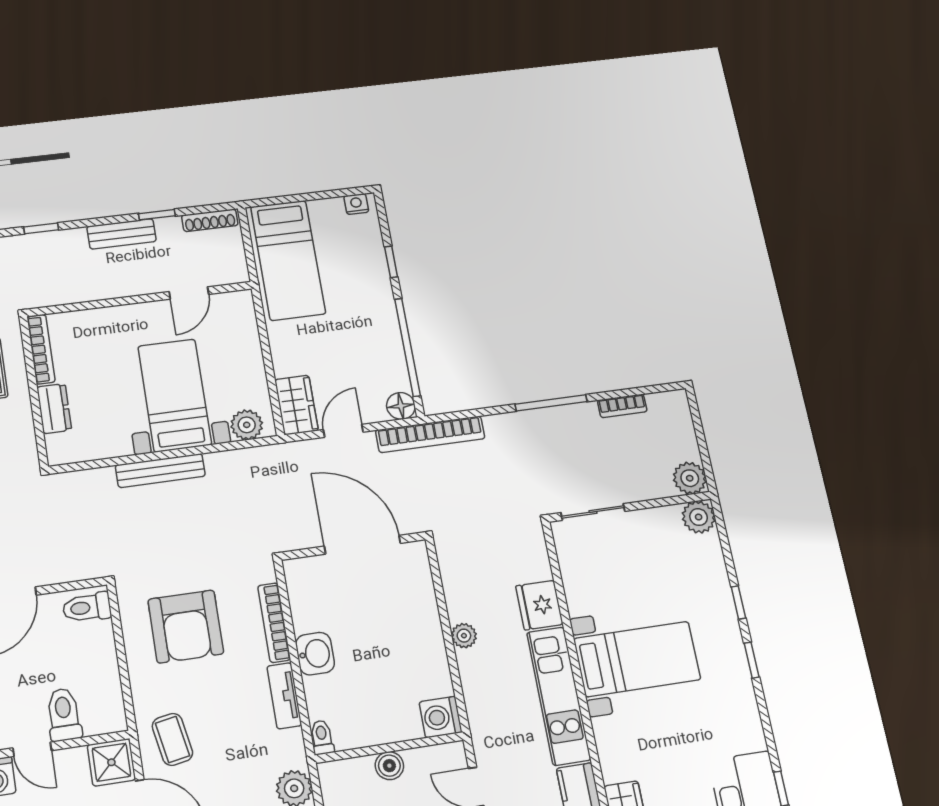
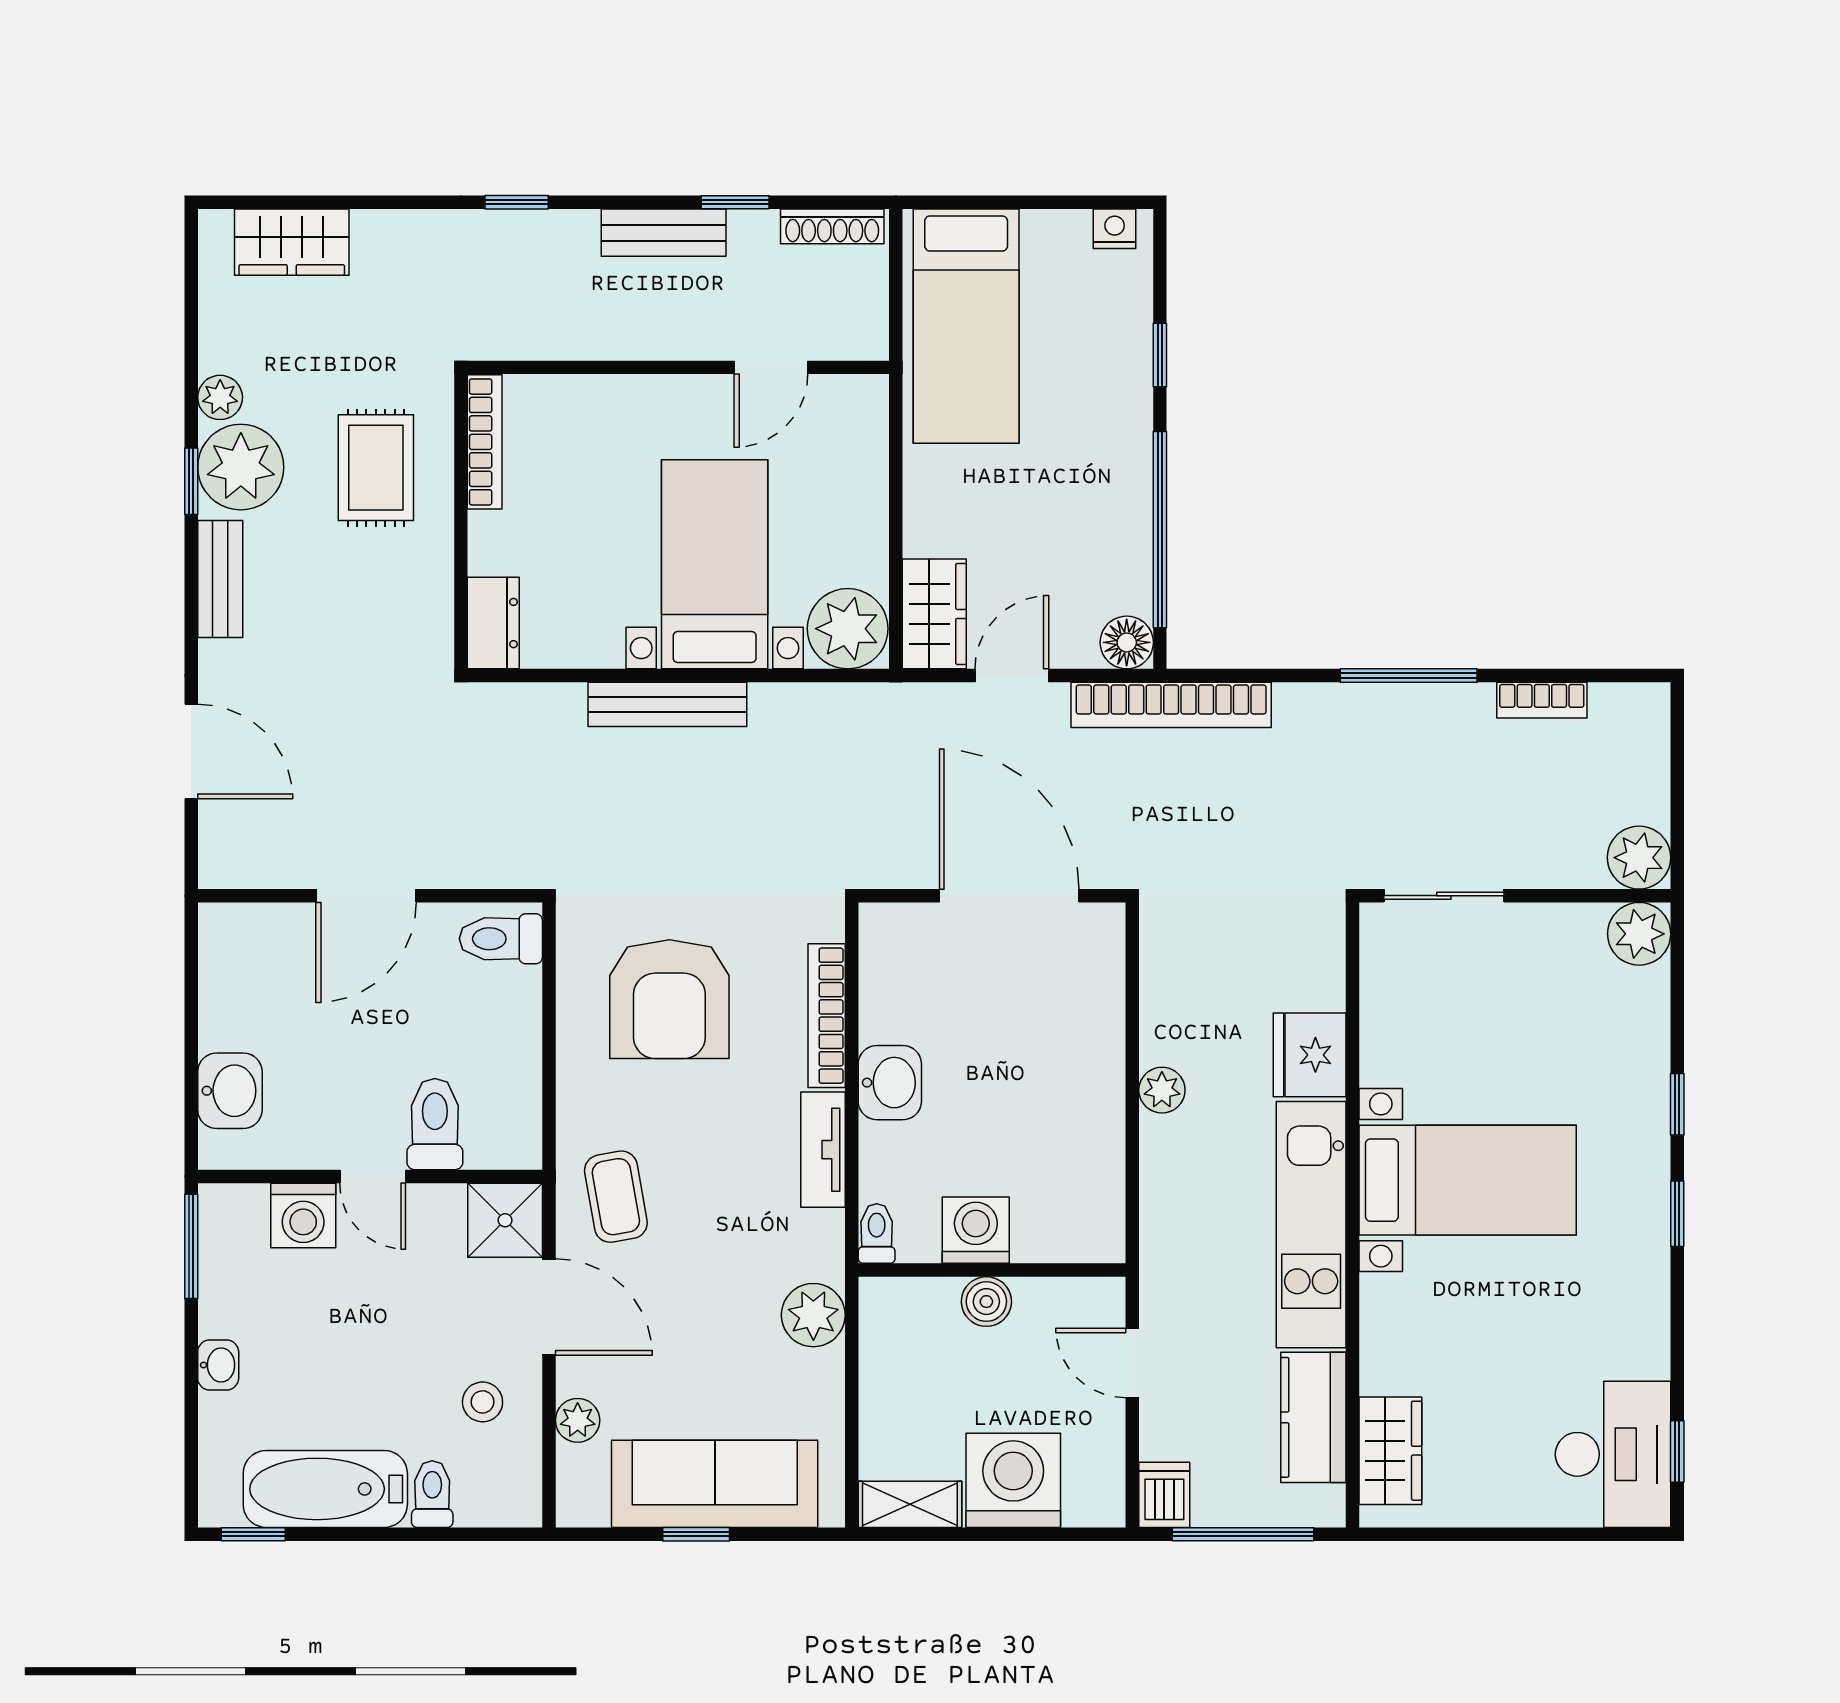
dresser: (54, 408) -> (493, 623), moved
plant: (247, 425) -> (848, 629), width x1.36, depth x1.36
washing machine: (441, 717) -> (976, 1230), moved, turned 90

